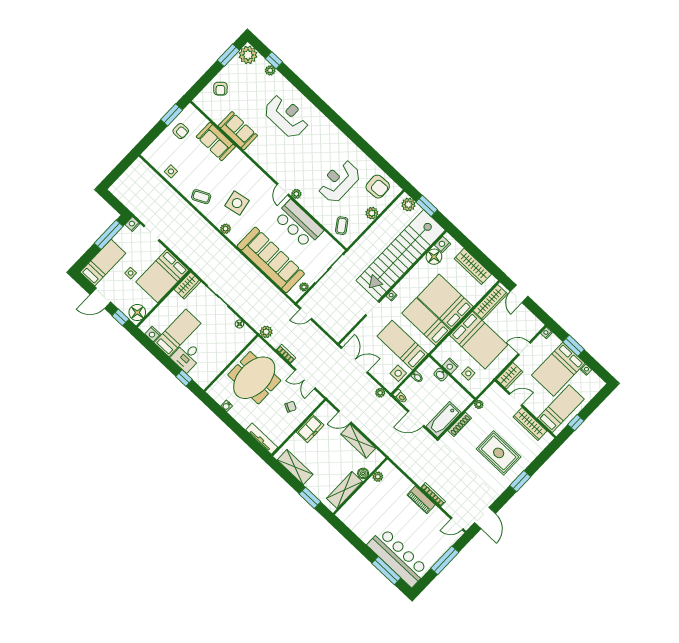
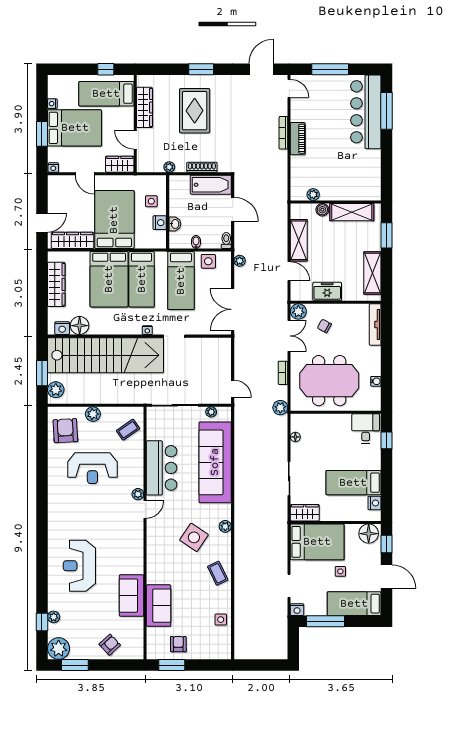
side table: (237, 203) -> (194, 537), turned 45
desk: (187, 357) -> (366, 429), moved, turned -90
plant: (315, 399) -> (298, 311), added

